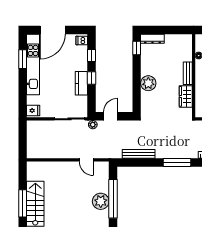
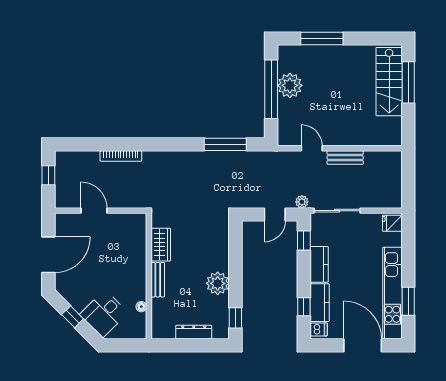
door: (53, 30) -> (363, 345), hinge flipped
dresser: (152, 39) -> (194, 332), moved
kitchen counter: (81, 58) -> (320, 303), added
window: (91, 78) -> (304, 241), moved
plant: (148, 83) -> (218, 283), moved
bench: (139, 154) -> (345, 157), moved, width x0.73
window: (177, 162) -> (225, 144), moved

